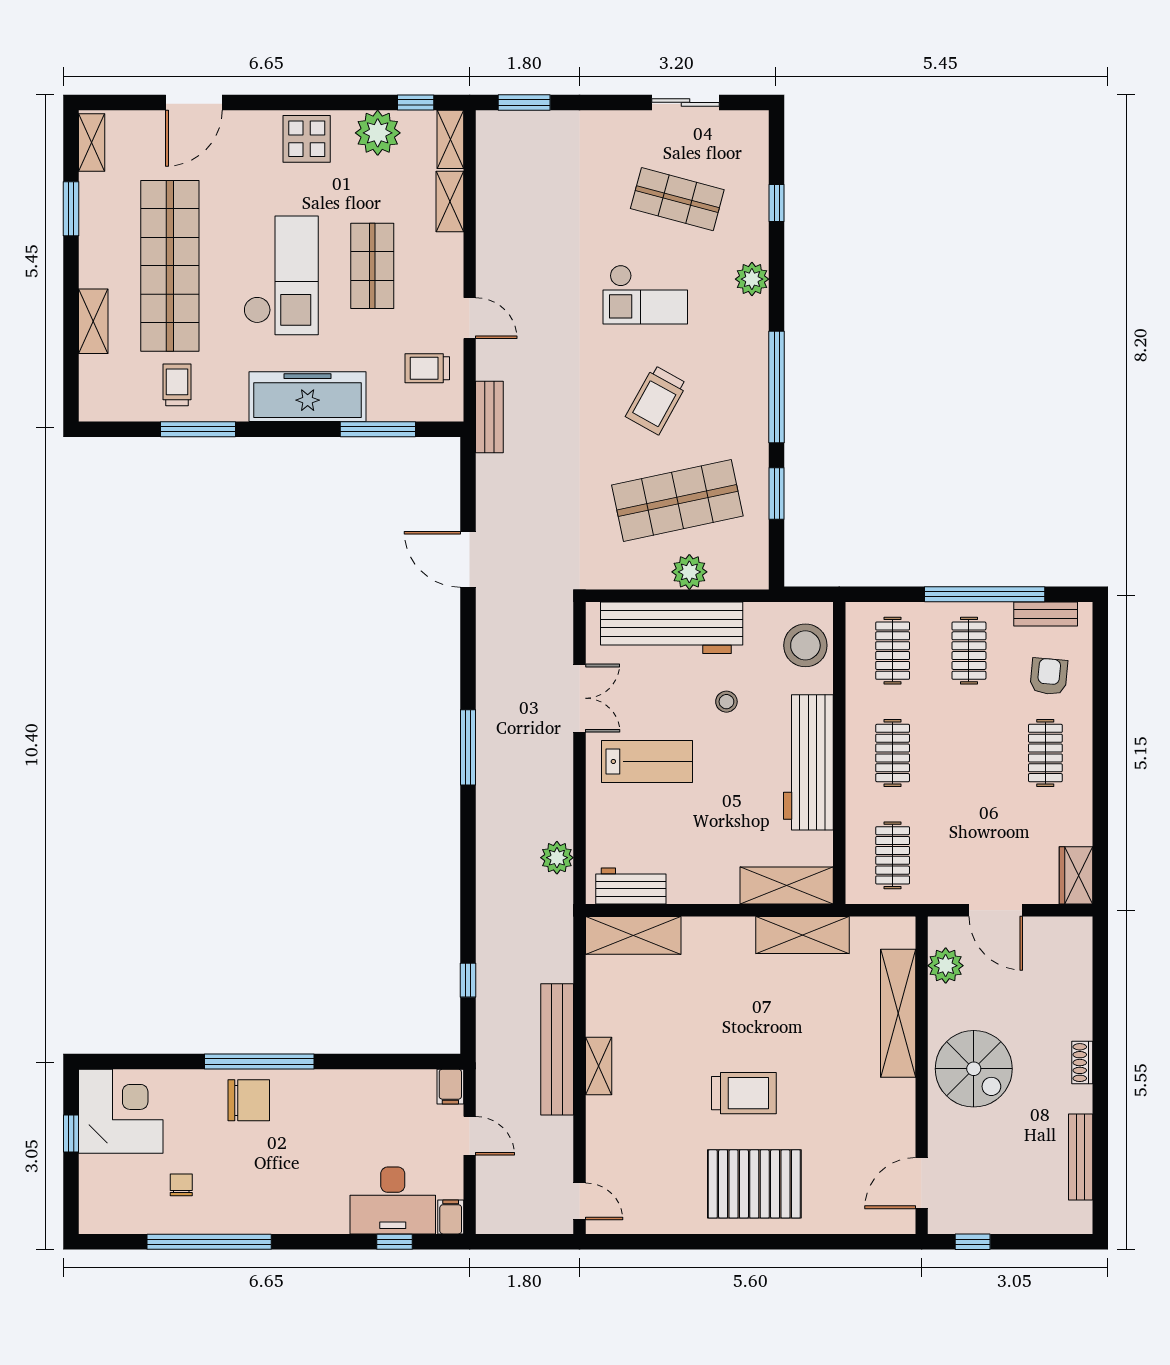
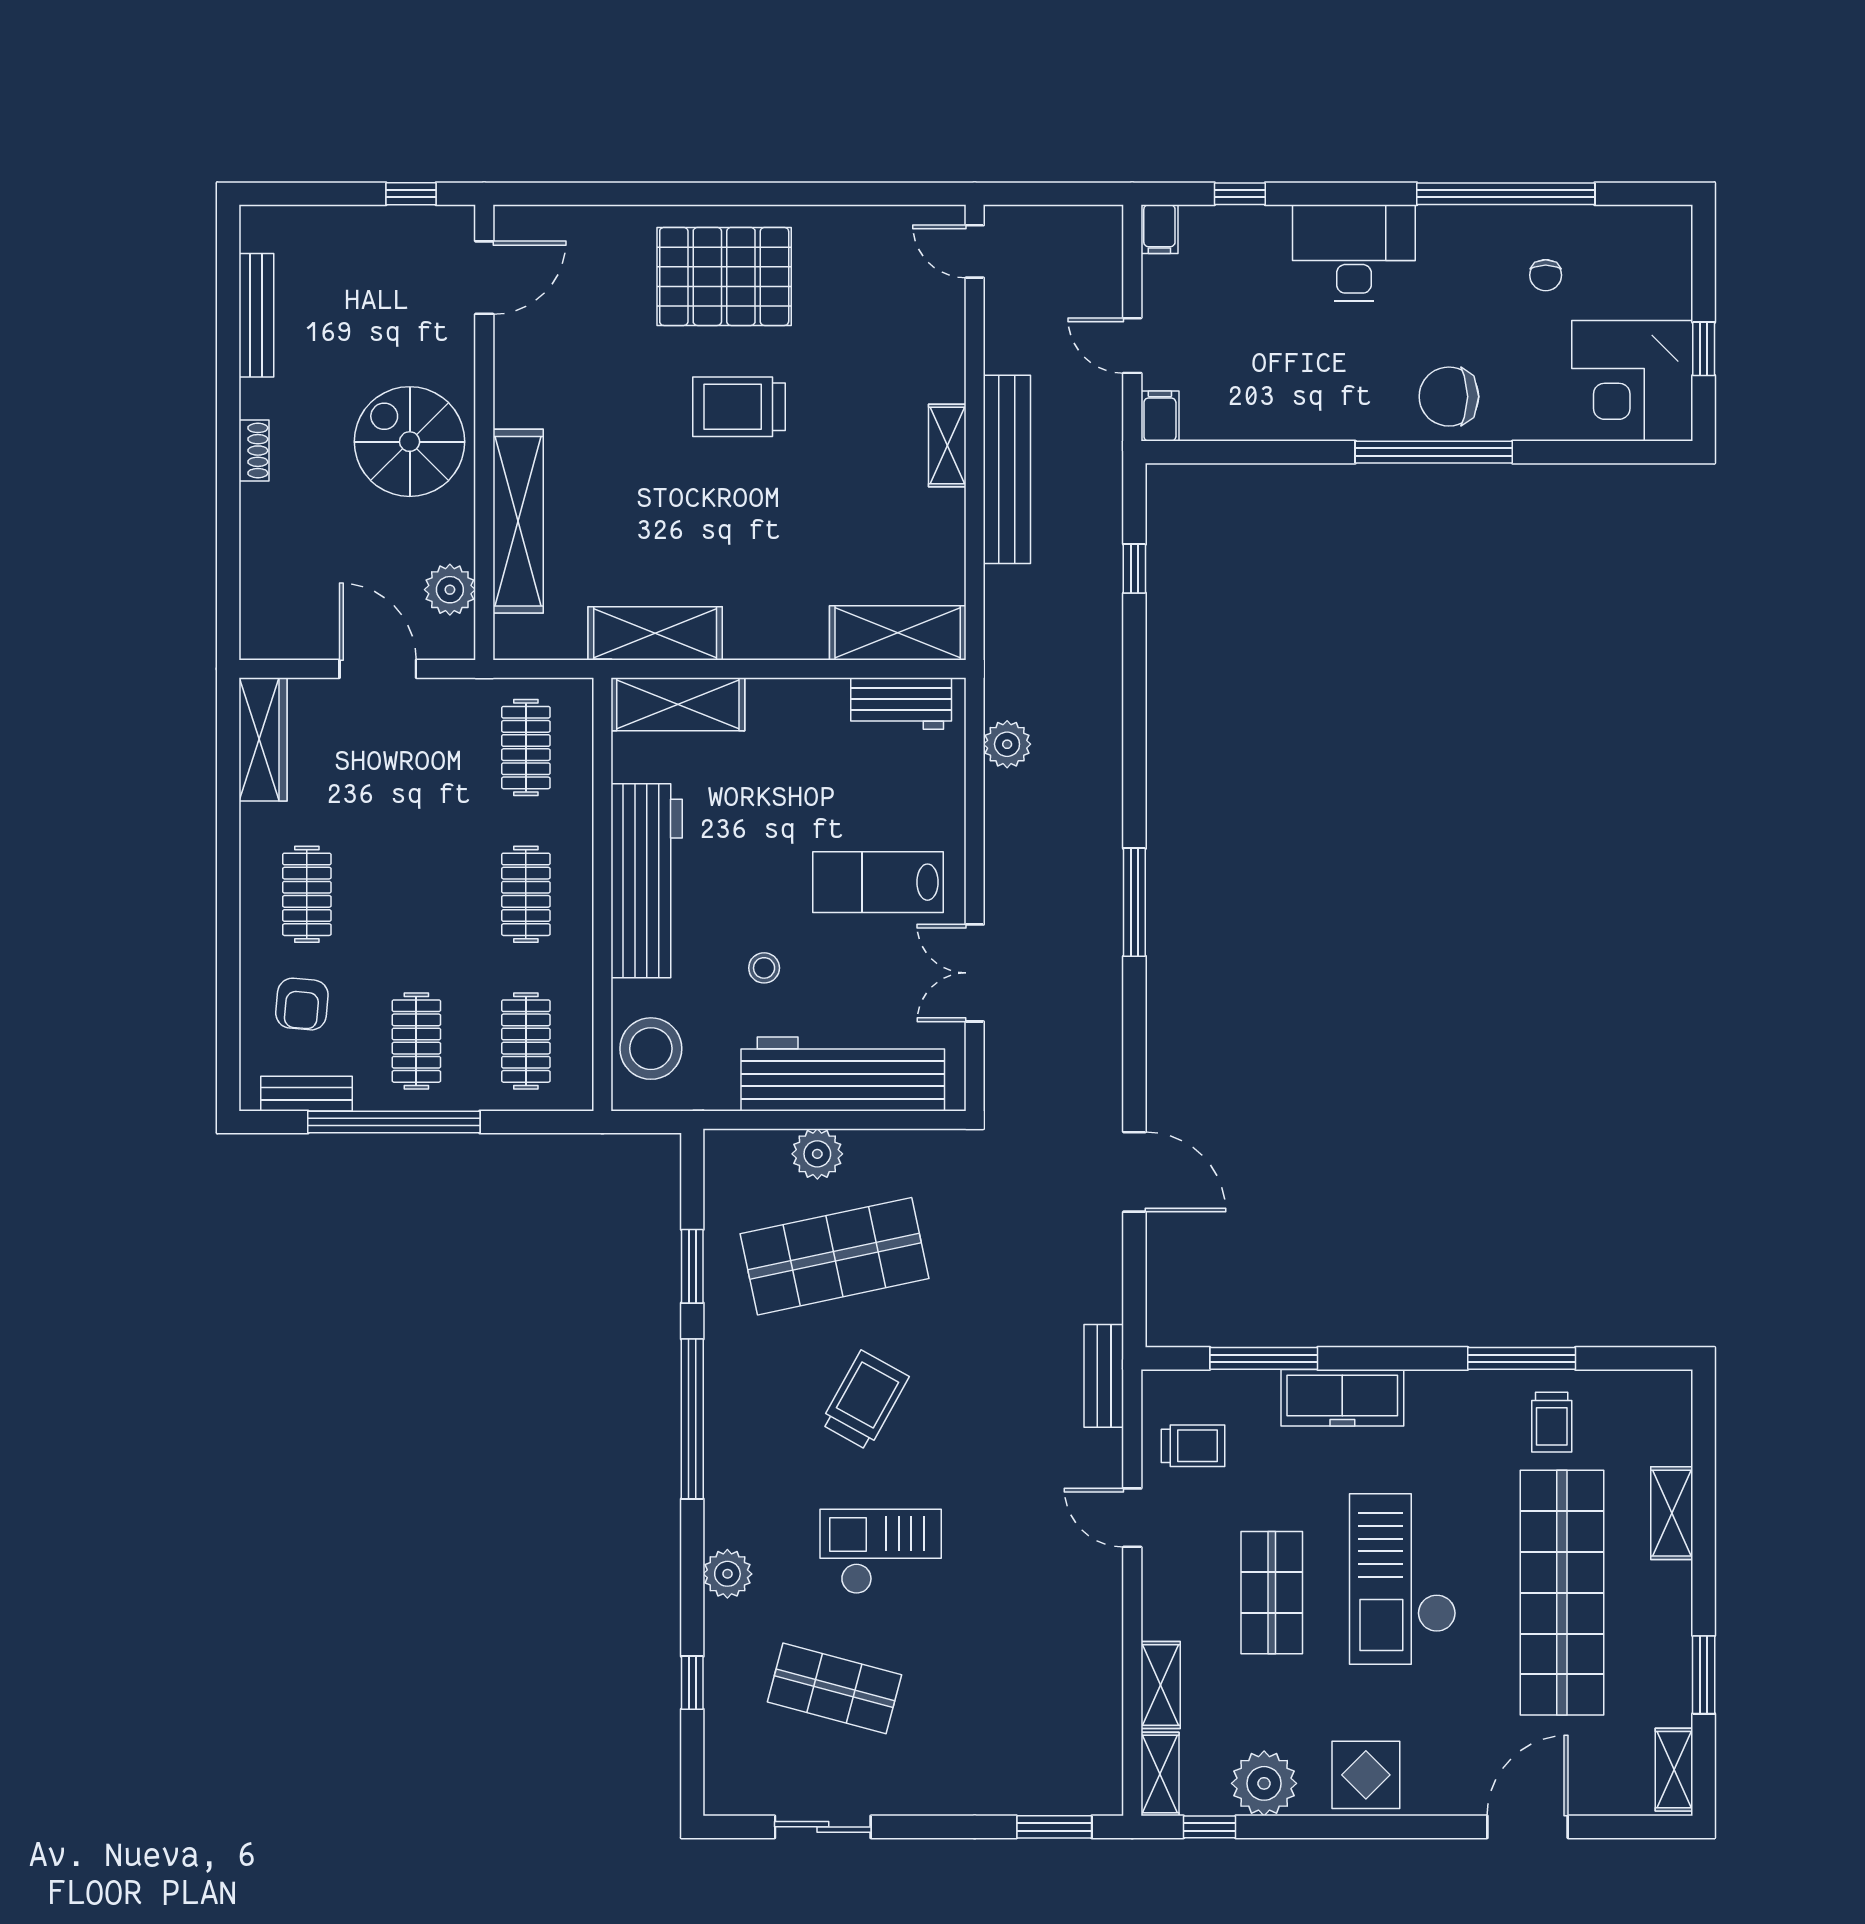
freezer: (308, 397) -> (1342, 1398), width x0.73, depth x0.79
wardrobe: (1076, 875) -> (263, 739), width x1.50
desk: (393, 1200) -> (1354, 253), moved

